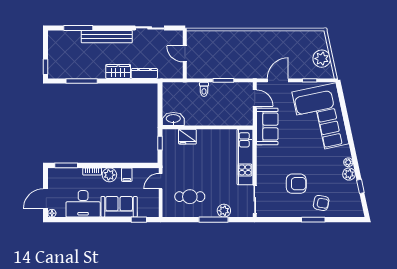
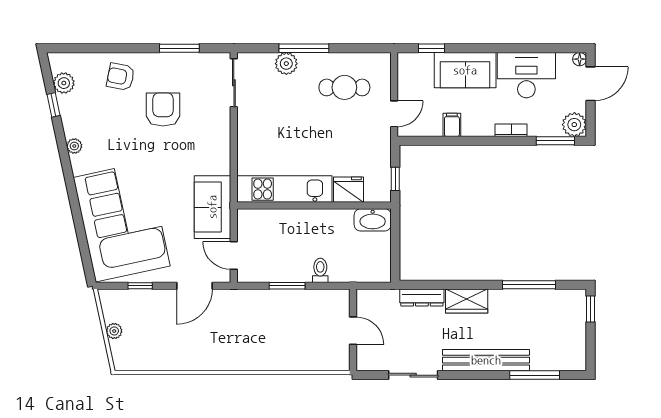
plant: (322, 59) -> (114, 331), width x0.53, depth x0.53
kitchen unit: (245, 157) -> (284, 189), moved, turned -90
plant: (349, 174) -> (64, 83), moved
plant: (109, 175) -> (574, 125), moved
armchair: (296, 184) -> (163, 110), turned 90
window: (313, 220) -> (179, 48), moved

